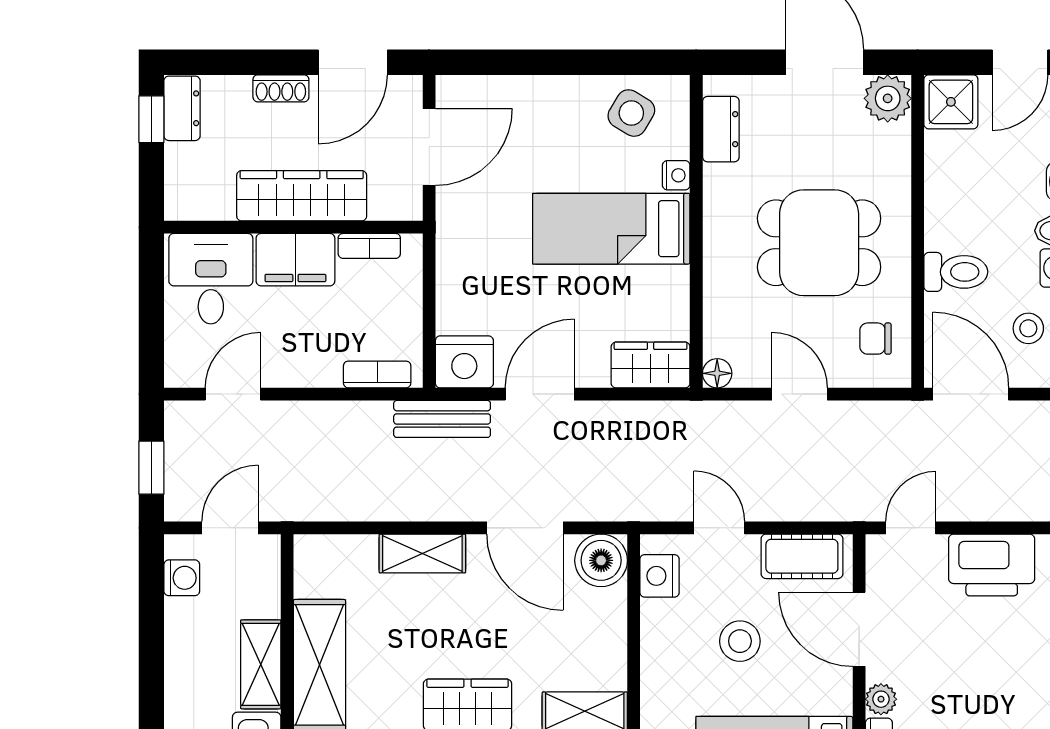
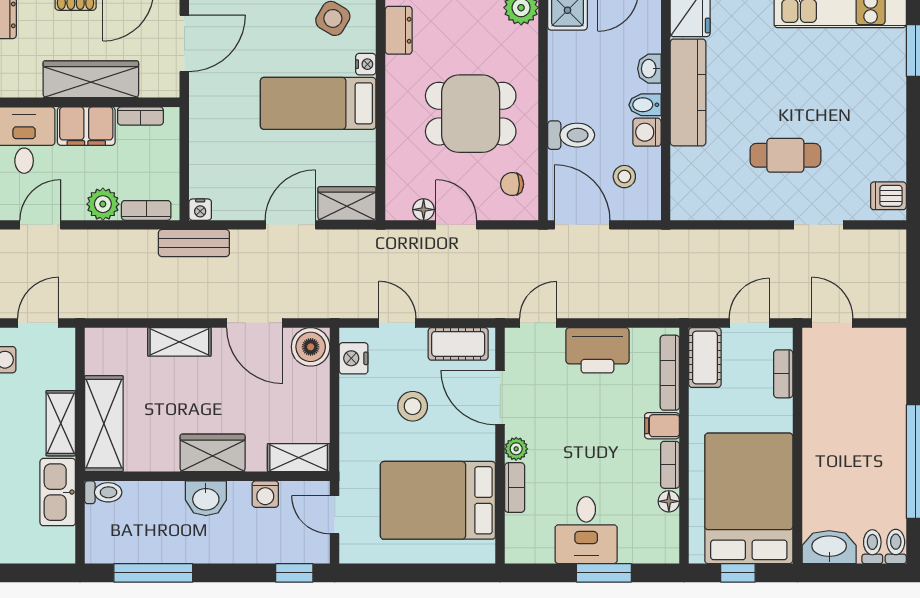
nightstand: (464, 362) -> (200, 210), width x0.53, depth x0.56
plant: (318, 366) -> (103, 204), added
floor lamp: (717, 373) -> (424, 210), moved
door: (540, 394) -> (290, 225), moved

